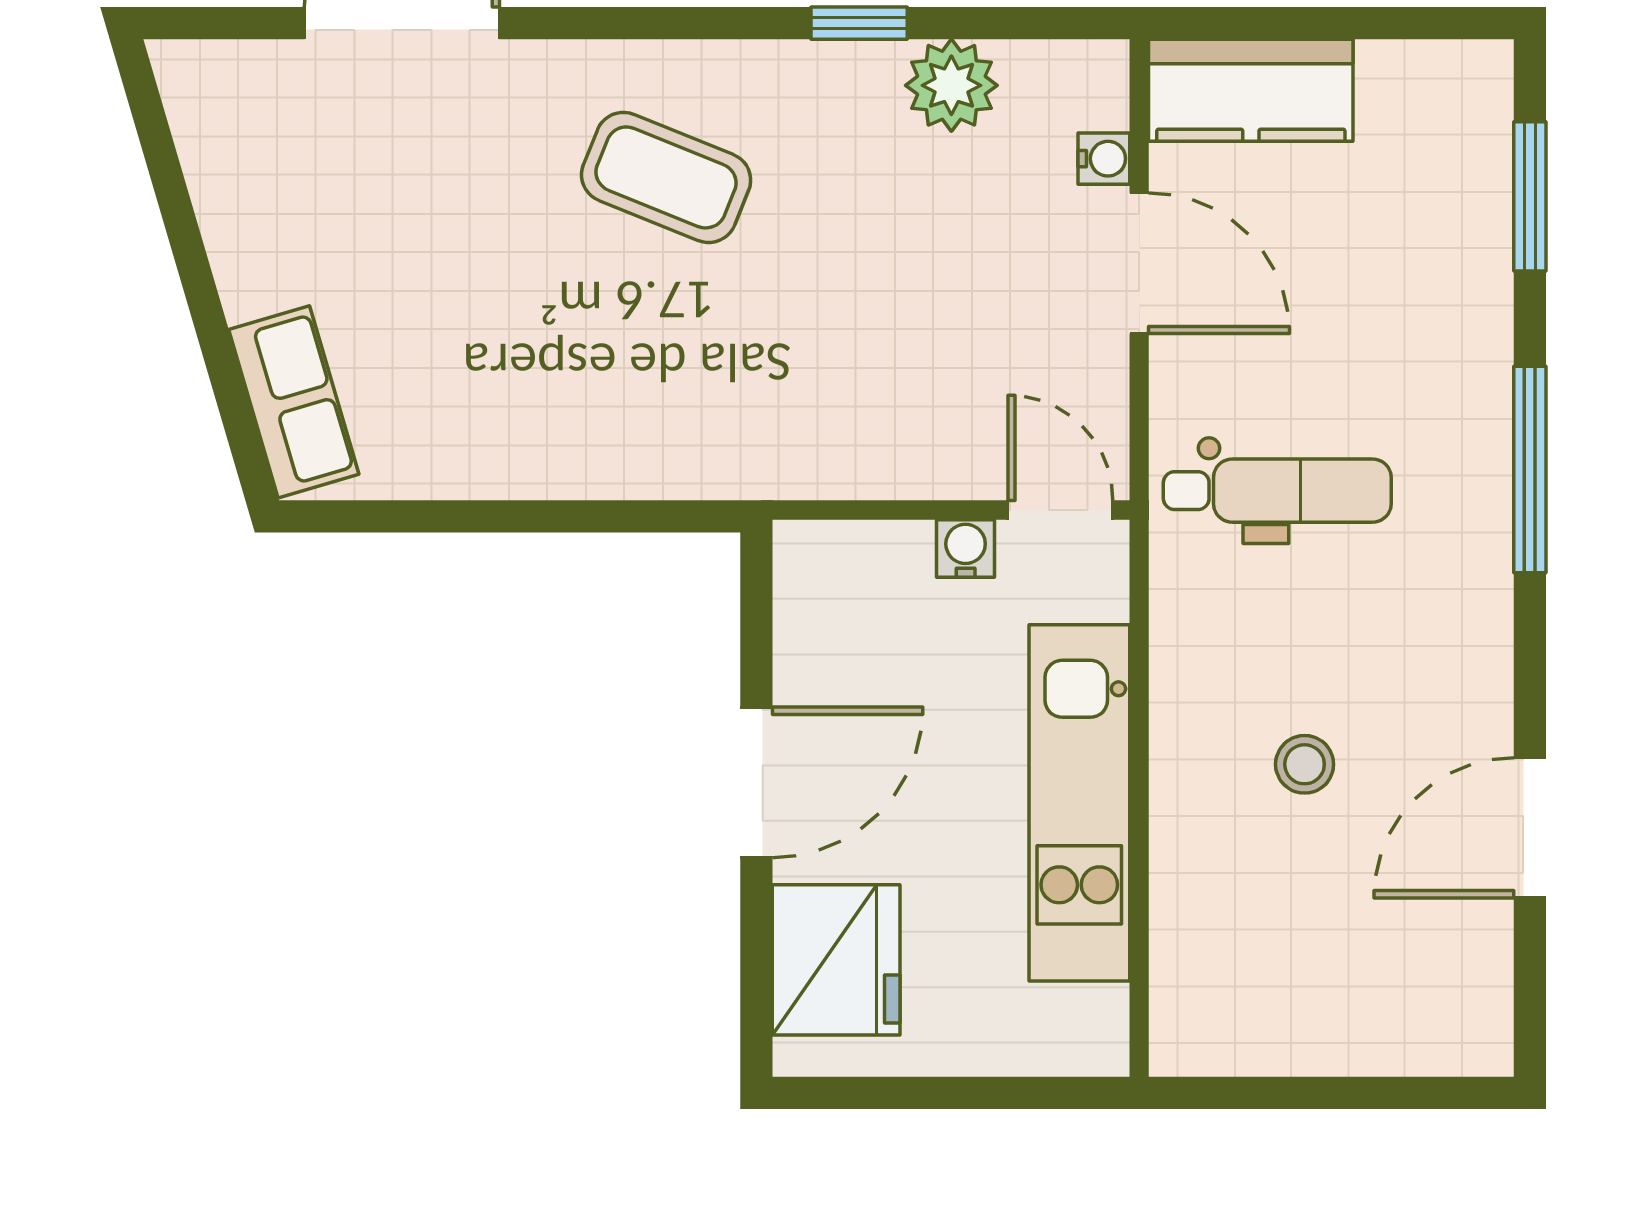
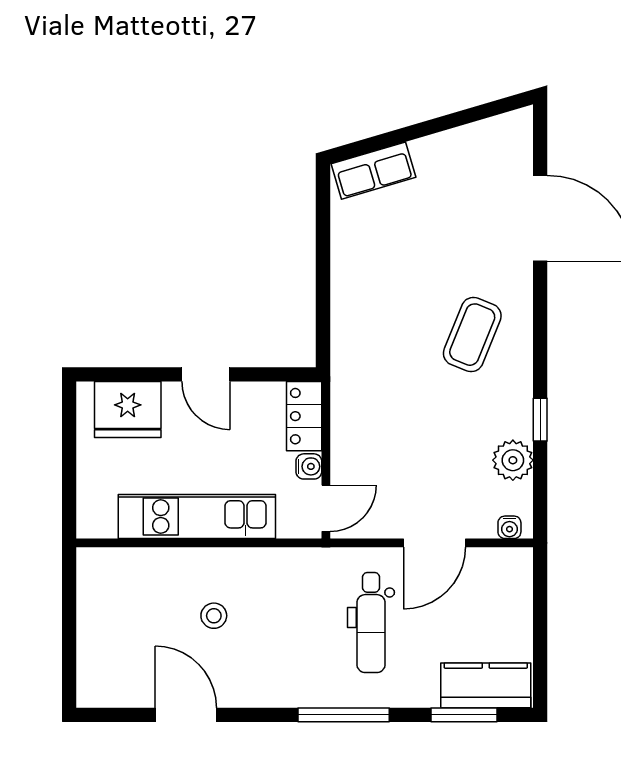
kitchen counter: (1251, 90) -> (486, 685), moved, turned 90
water cooler: (1104, 159) -> (509, 527), moved
dental chair: (1277, 491) -> (371, 623), moved
locker: (851, 559) -> (304, 416), added
door: (756, 782) -> (206, 374), width x0.73

